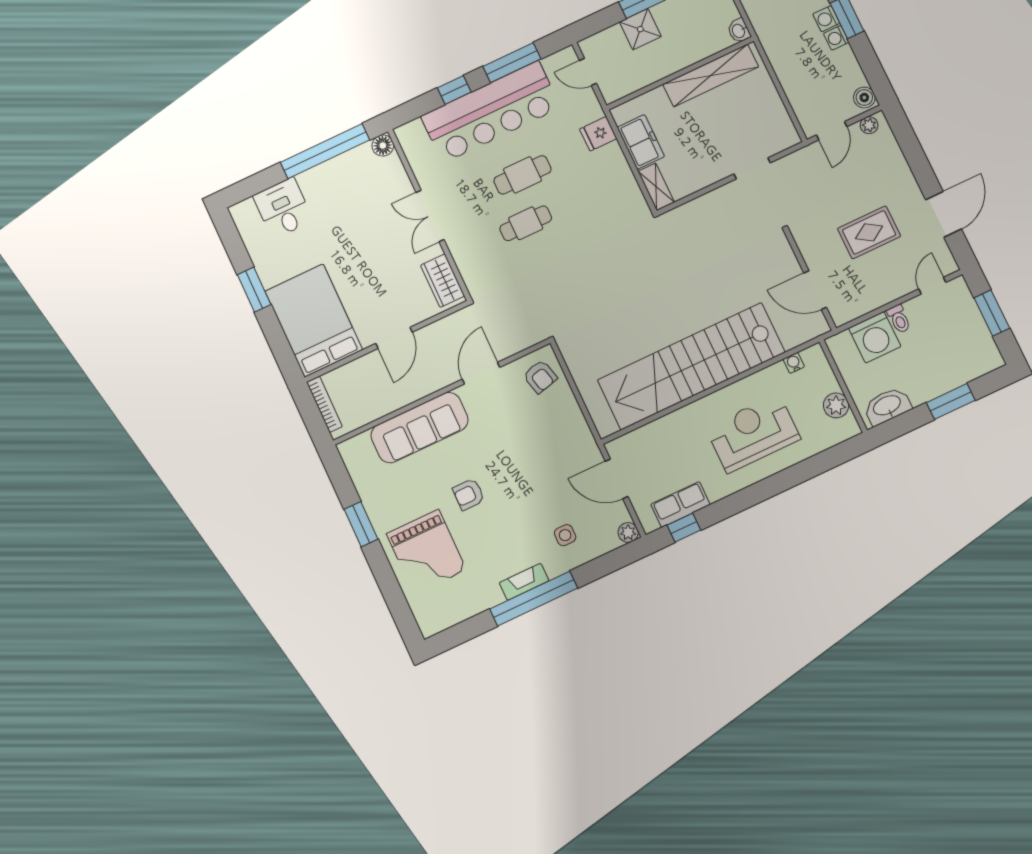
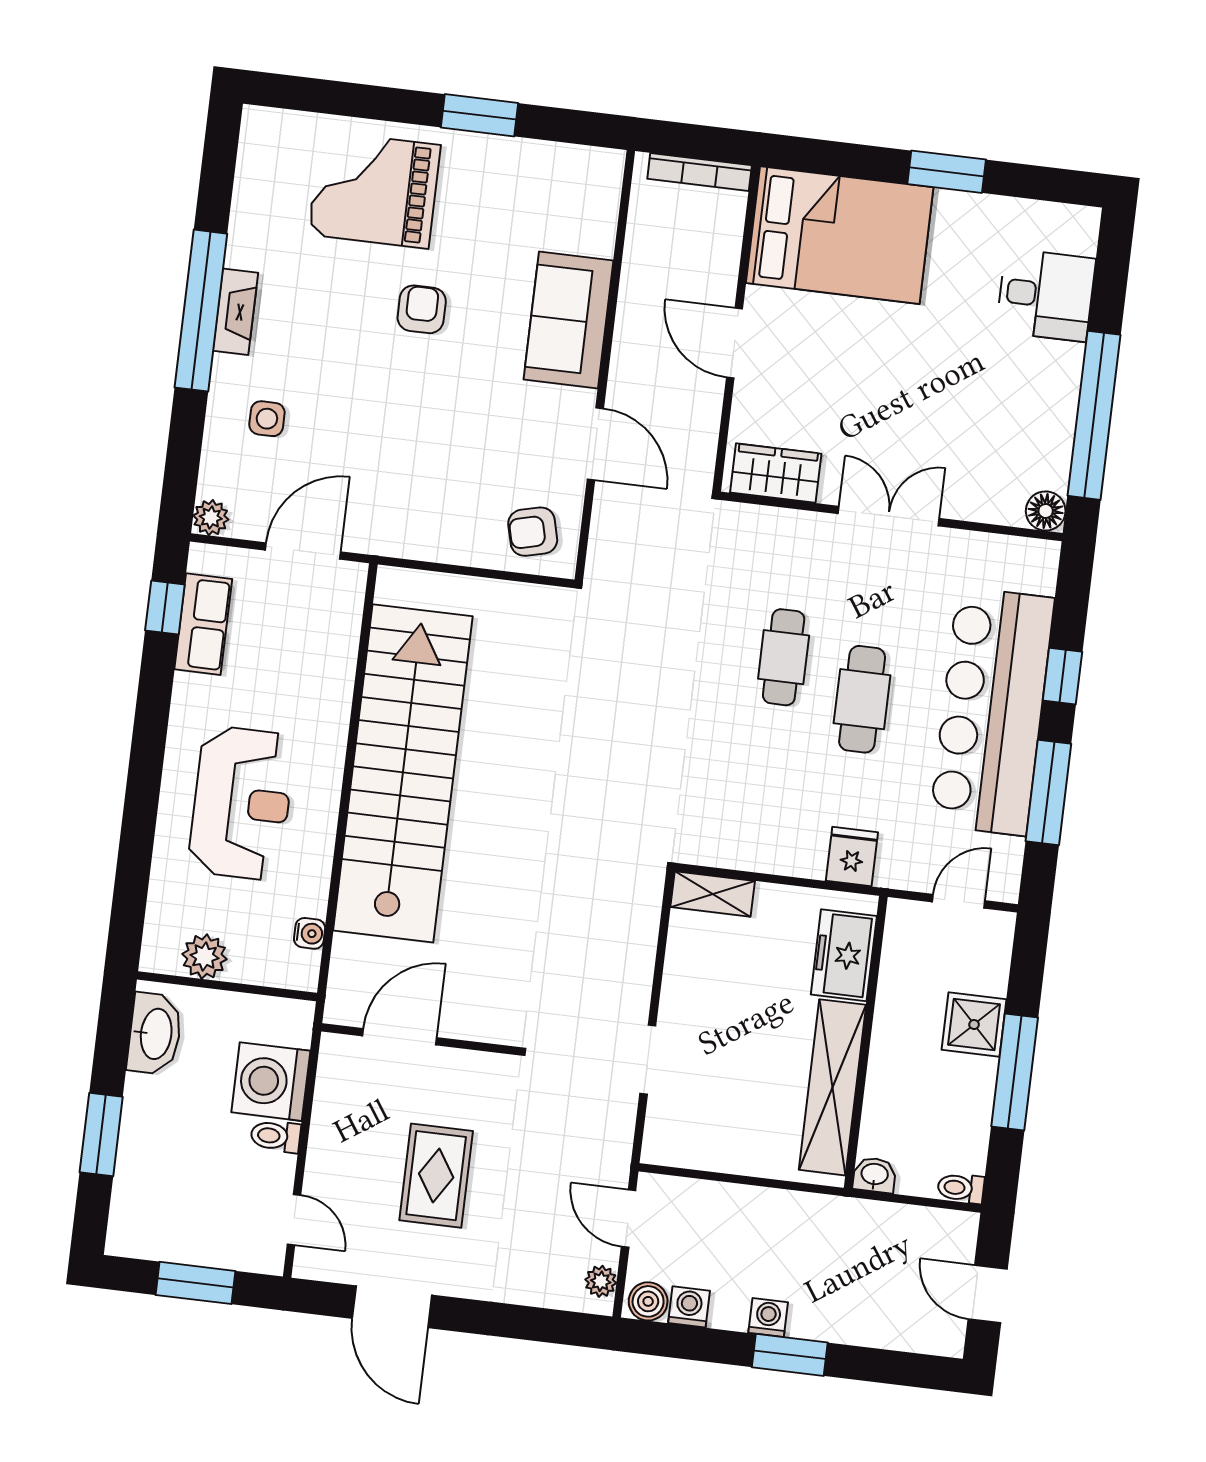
washing machine: (826, 19) -> (689, 1307), moved
freezer: (641, 142) -> (844, 955), moved, turned 90
sofa: (419, 428) -> (568, 320), width x0.73

